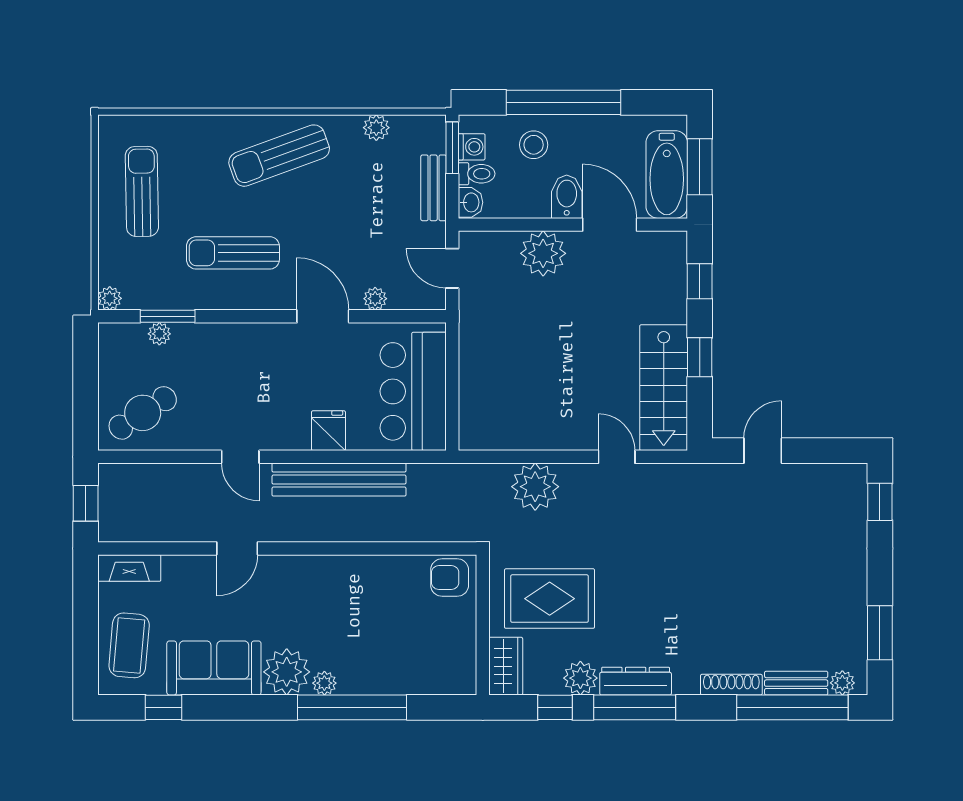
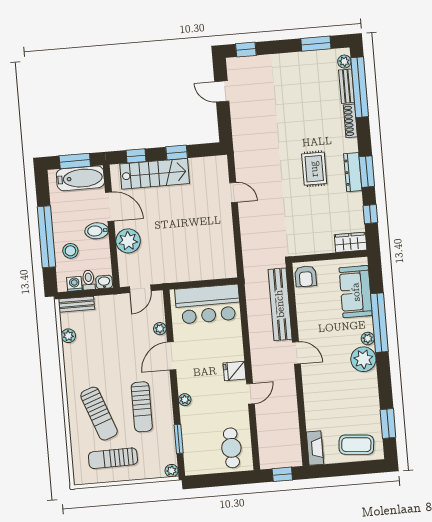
window: (452, 148) -> (76, 294), removed
sun lounger: (279, 156) -> (99, 414), moved
bench: (434, 188) -> (76, 304), moved
door: (610, 225) -> (110, 207), swing flipped
plant: (159, 334) -> (185, 400), moved
stairs: (664, 388) -> (155, 174), moved
cafe table: (143, 413) -> (231, 448), turned 33
fridge: (328, 431) -> (234, 371), moved
door: (763, 451) -> (222, 91), moved
door: (617, 457) -> (234, 192), swing flipped
bench: (339, 480) -> (280, 304), moved
plant: (535, 487) -> (253, 235), removed
door: (237, 548) -> (296, 353), moved
rug: (550, 599) -> (314, 169), moved, width x0.73, depth x0.70
sofa: (214, 668) -> (356, 292), moved
plant: (580, 678) -> (354, 202), removed
window: (163, 707) -> (388, 424), width x1.50
window: (635, 707) -> (367, 172), width x0.69

